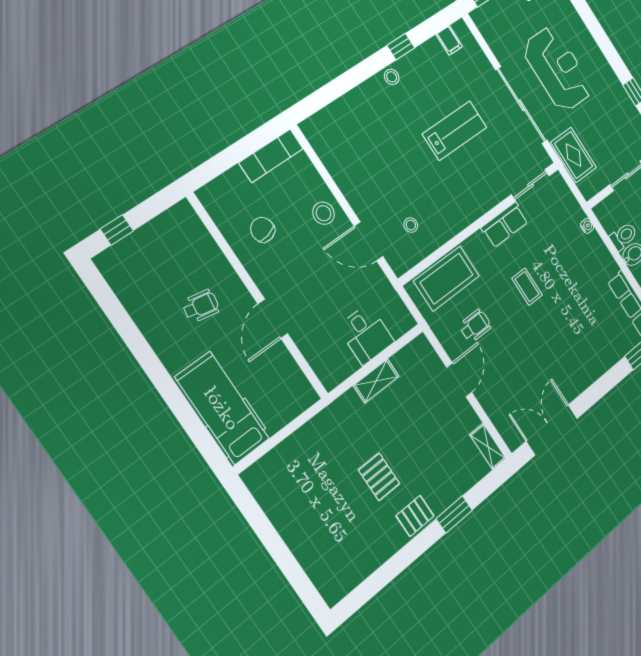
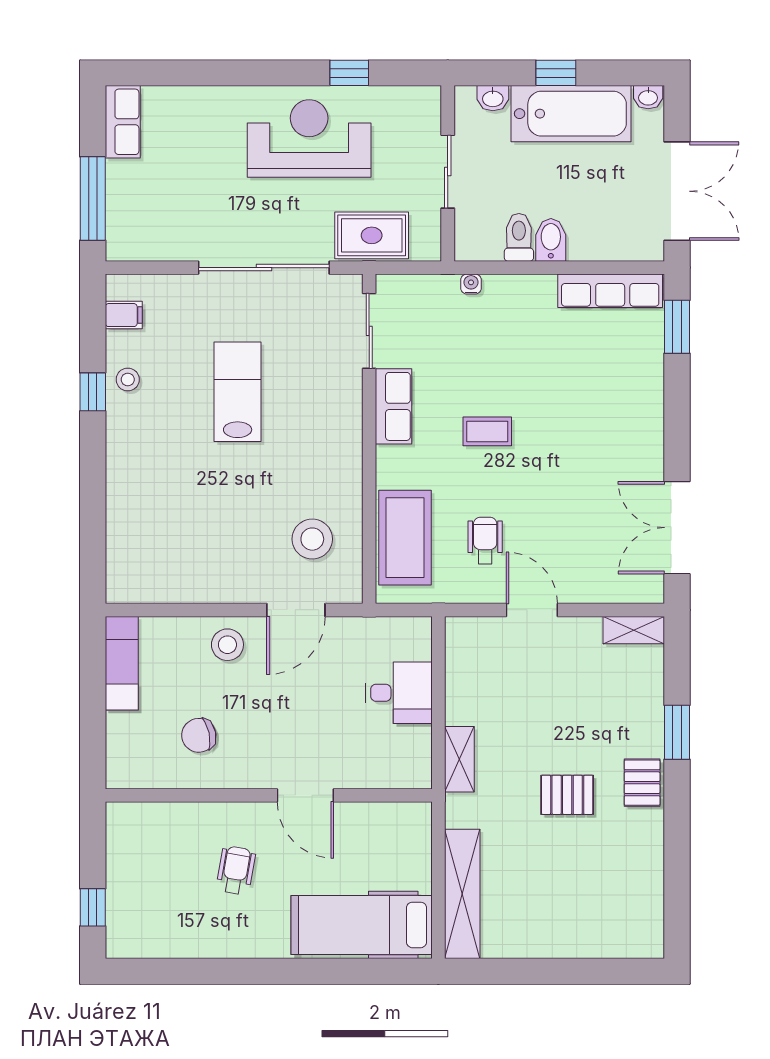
reception desk: (558, 69) -> (309, 138), moved
stool: (392, 77) -> (128, 379), moved
stool: (411, 225) -> (312, 539), width x1.89, depth x1.89
shelving: (376, 381) -> (459, 759), moved
shelving: (282, 457) -> (462, 894), added

